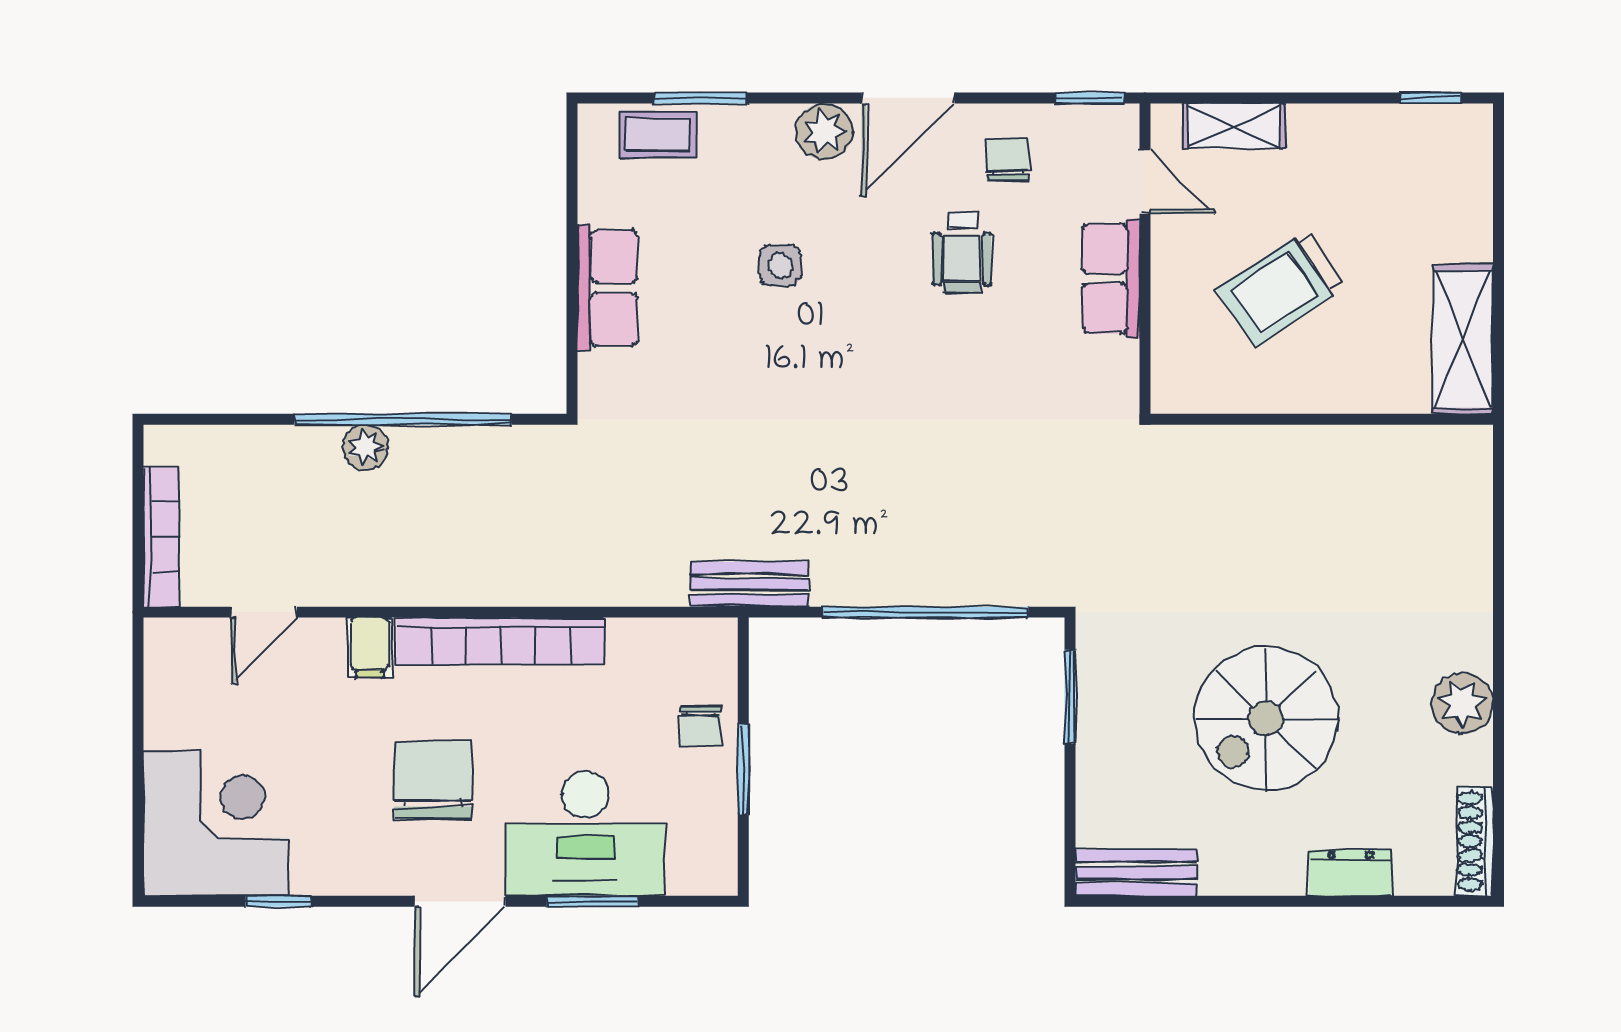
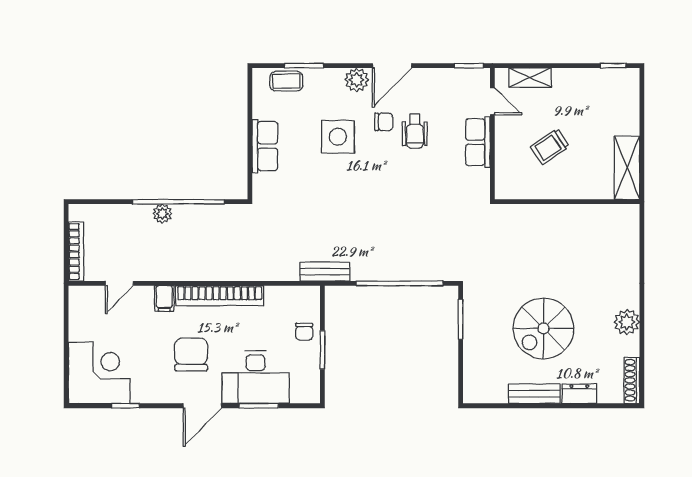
chair: (1007, 159) -> (384, 122), moved, turned 91
side table: (780, 266) -> (338, 137), width x1.87, depth x1.87
trolley: (1281, 289) -> (550, 146), width x0.73, depth x0.72
bench: (1136, 873) -> (534, 394), moved

